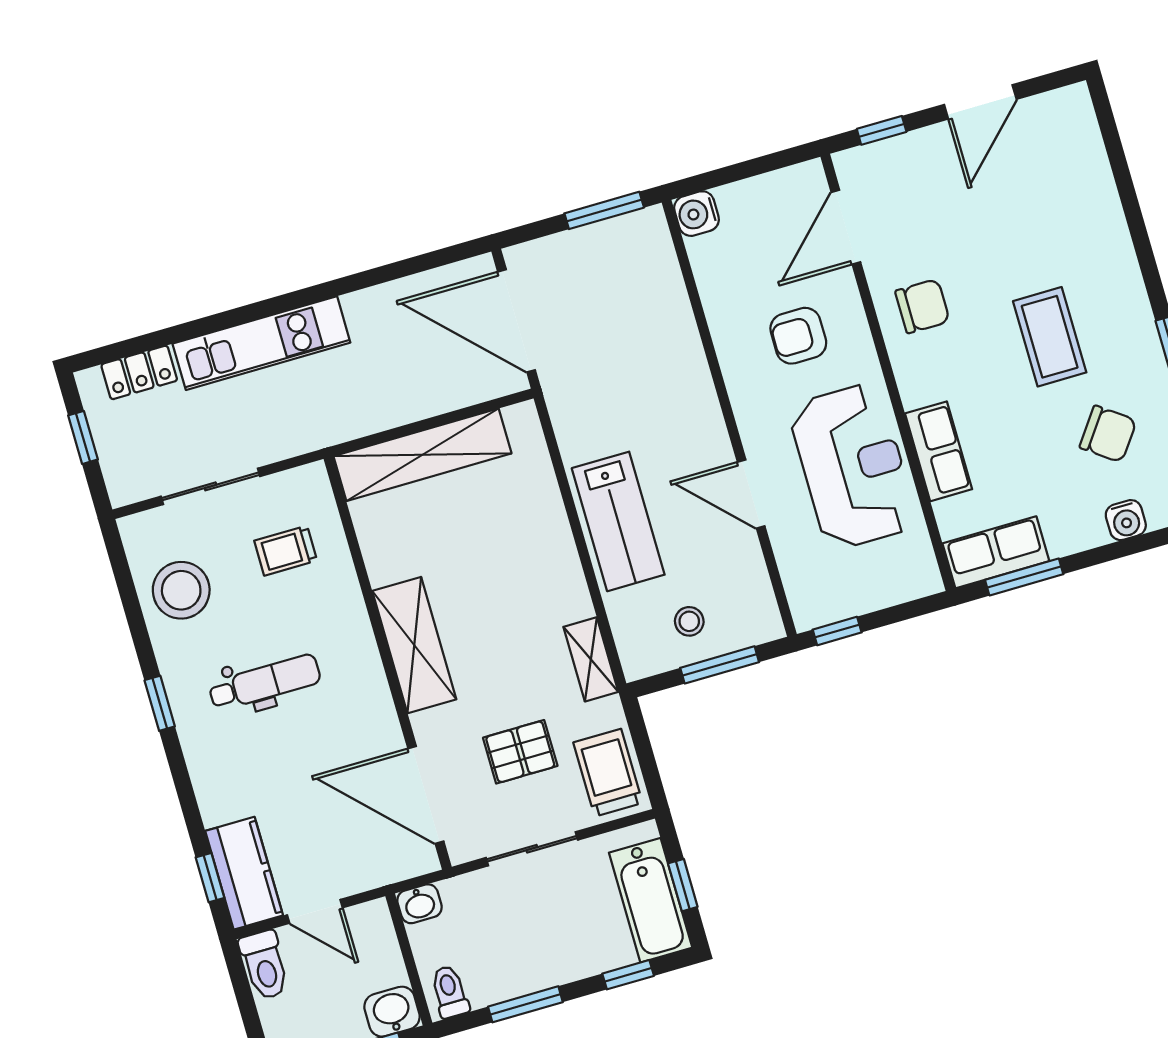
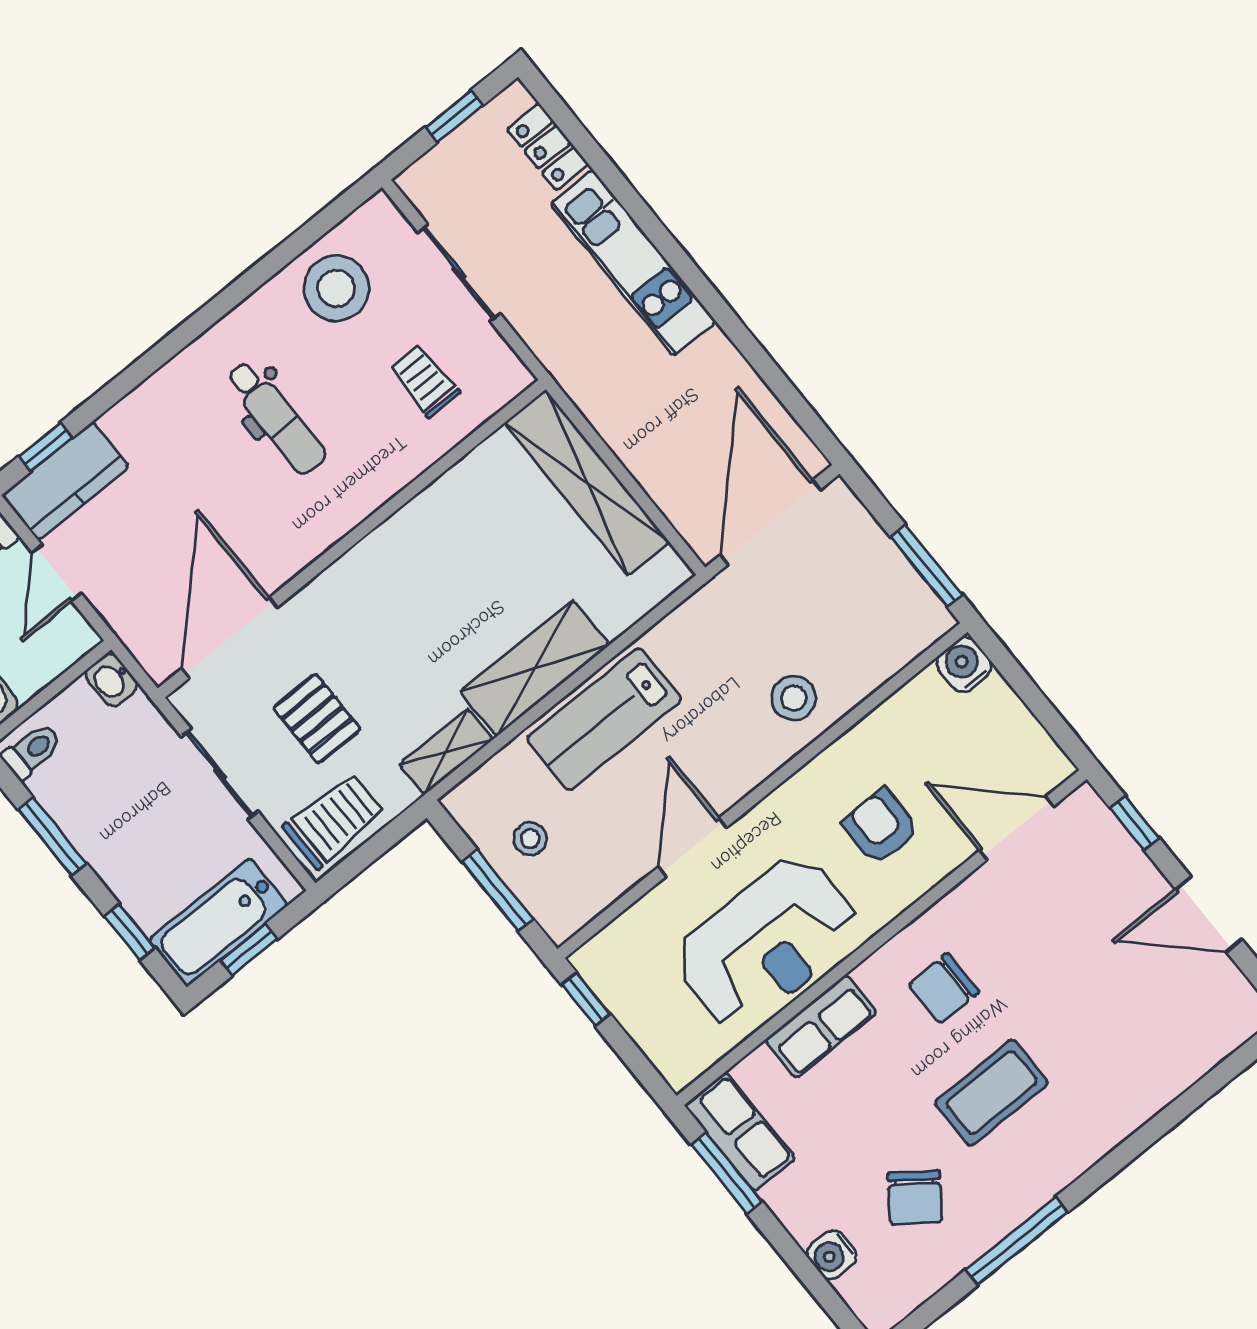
chair: (922, 306) -> (944, 988), moved, turned 90
stool: (666, 362) -> (794, 698), added
shelving: (414, 645) -> (535, 668), moved
window: (160, 703) -> (207, 316), removed

